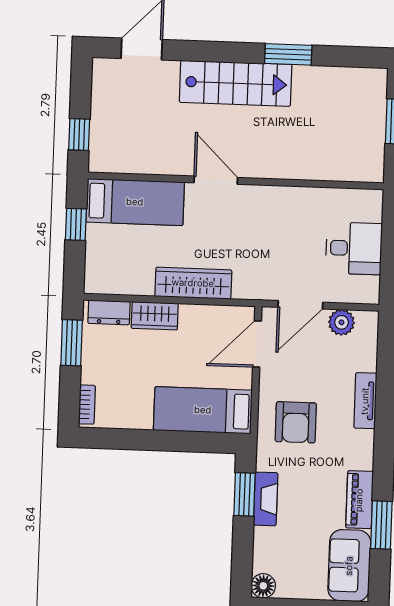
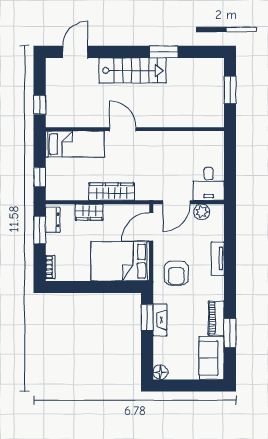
window: (76, 224) -> (40, 177), moved
desk: (354, 248) -> (209, 184), moved, turned 90
dresser: (109, 312) -> (53, 220), moved, turned -90
bed: (203, 410) -> (120, 261), width x1.50

